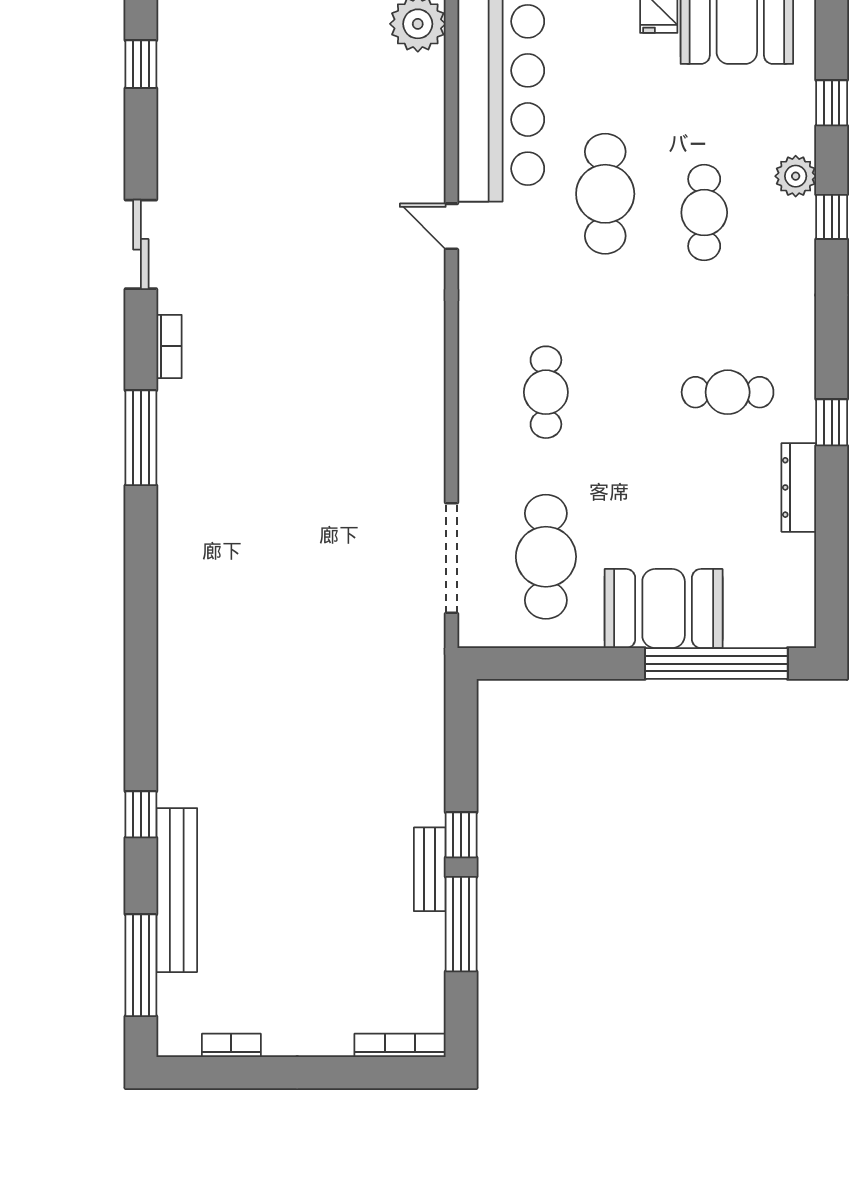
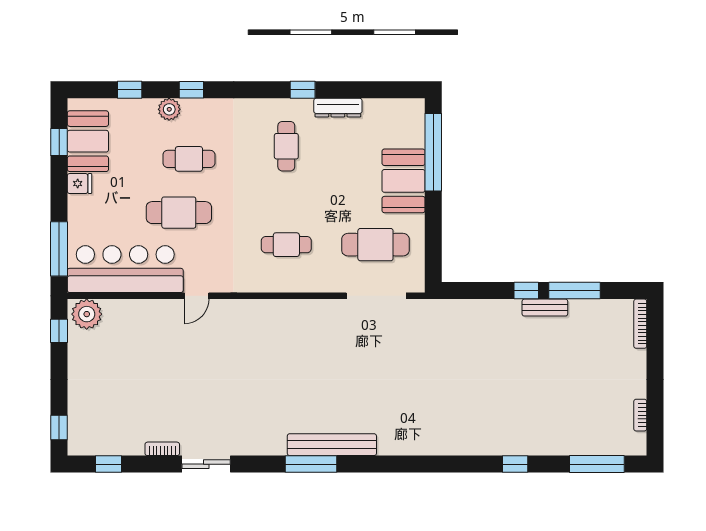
bookcase: (169, 346) -> (162, 449), moved
bench: (177, 890) -> (332, 445), moved

